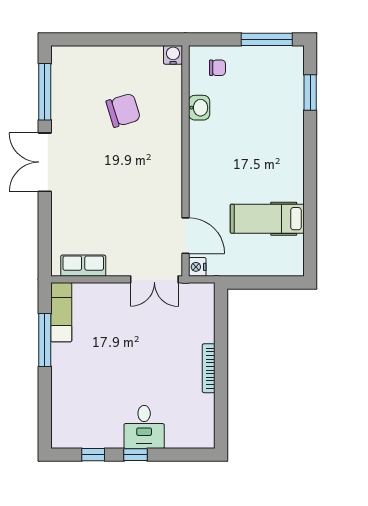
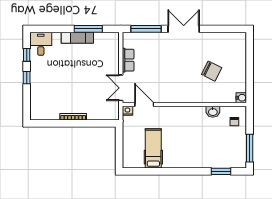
window: (45, 92) -> (146, 29), moved
chair: (123, 110) -> (212, 71), turned -46
door: (186, 236) -> (144, 104), swing flipped
row of seats: (83, 266) -> (128, 60), moved
exam couch: (61, 312) -> (77, 38), moved
desk: (144, 427) -> (41, 44), moved, turned 90

